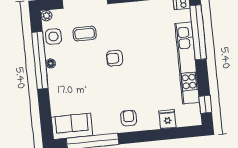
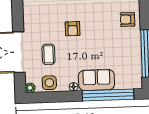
window: (40, 60) -> (108, 95), moved
sofa: (72, 126) -> (96, 80), moved, turned 90

